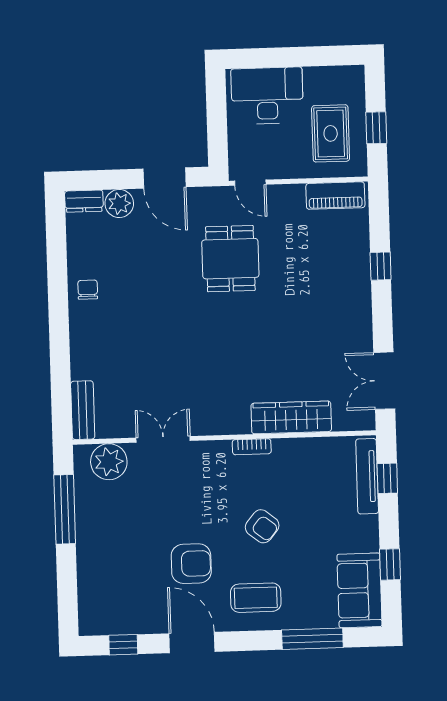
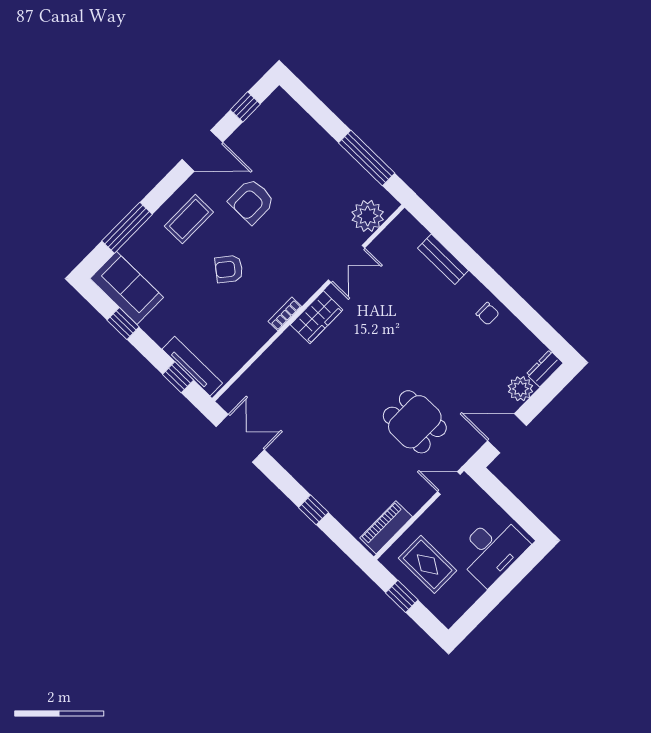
bench: (83, 410) -> (443, 259), moved
wardrobe: (291, 417) -> (317, 317), moved, width x0.67

